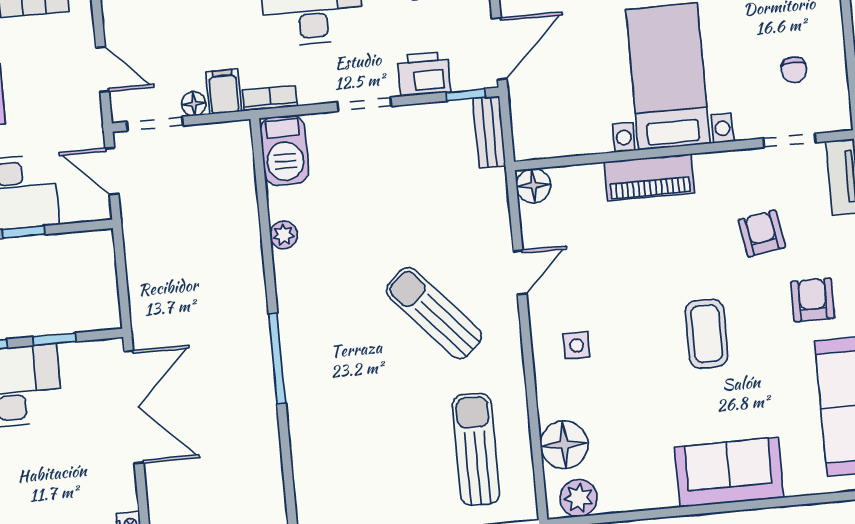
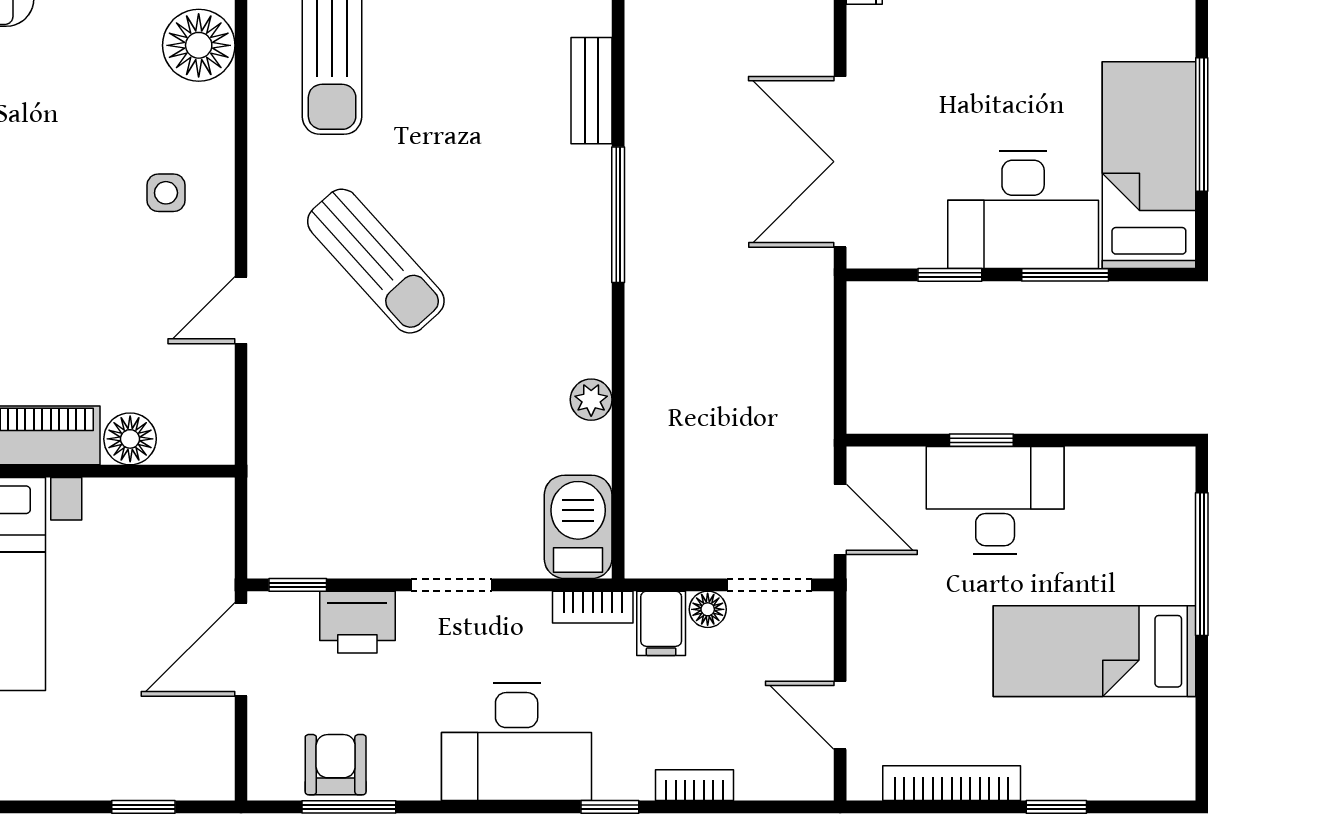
door: (103, 69) -> (840, 715), moved
bench: (489, 132) -> (592, 91), moved
floor lamp: (533, 186) -> (130, 439), moved

